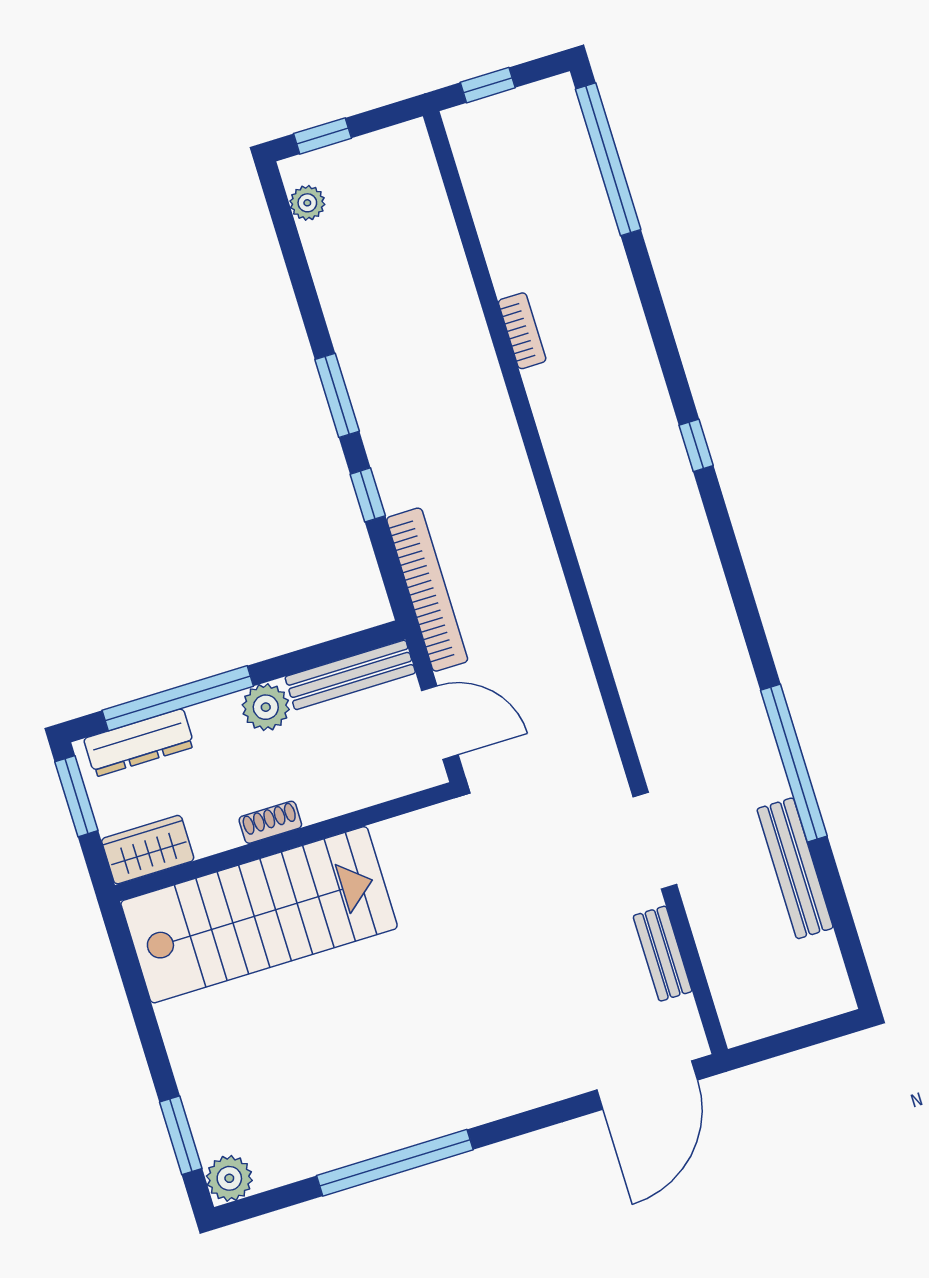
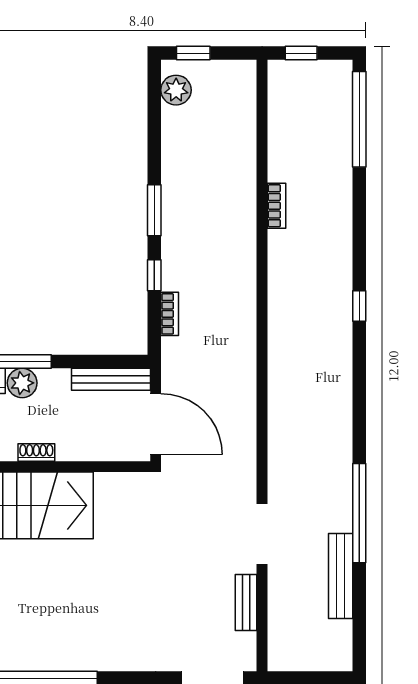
plant: (307, 203) -> (176, 90), width x1.38, depth x1.38
bookcase: (427, 590) -> (170, 314), width x0.43, depth x0.76
plant: (266, 707) -> (22, 383), moved
door: (440, 723) -> (156, 424), width x1.36

